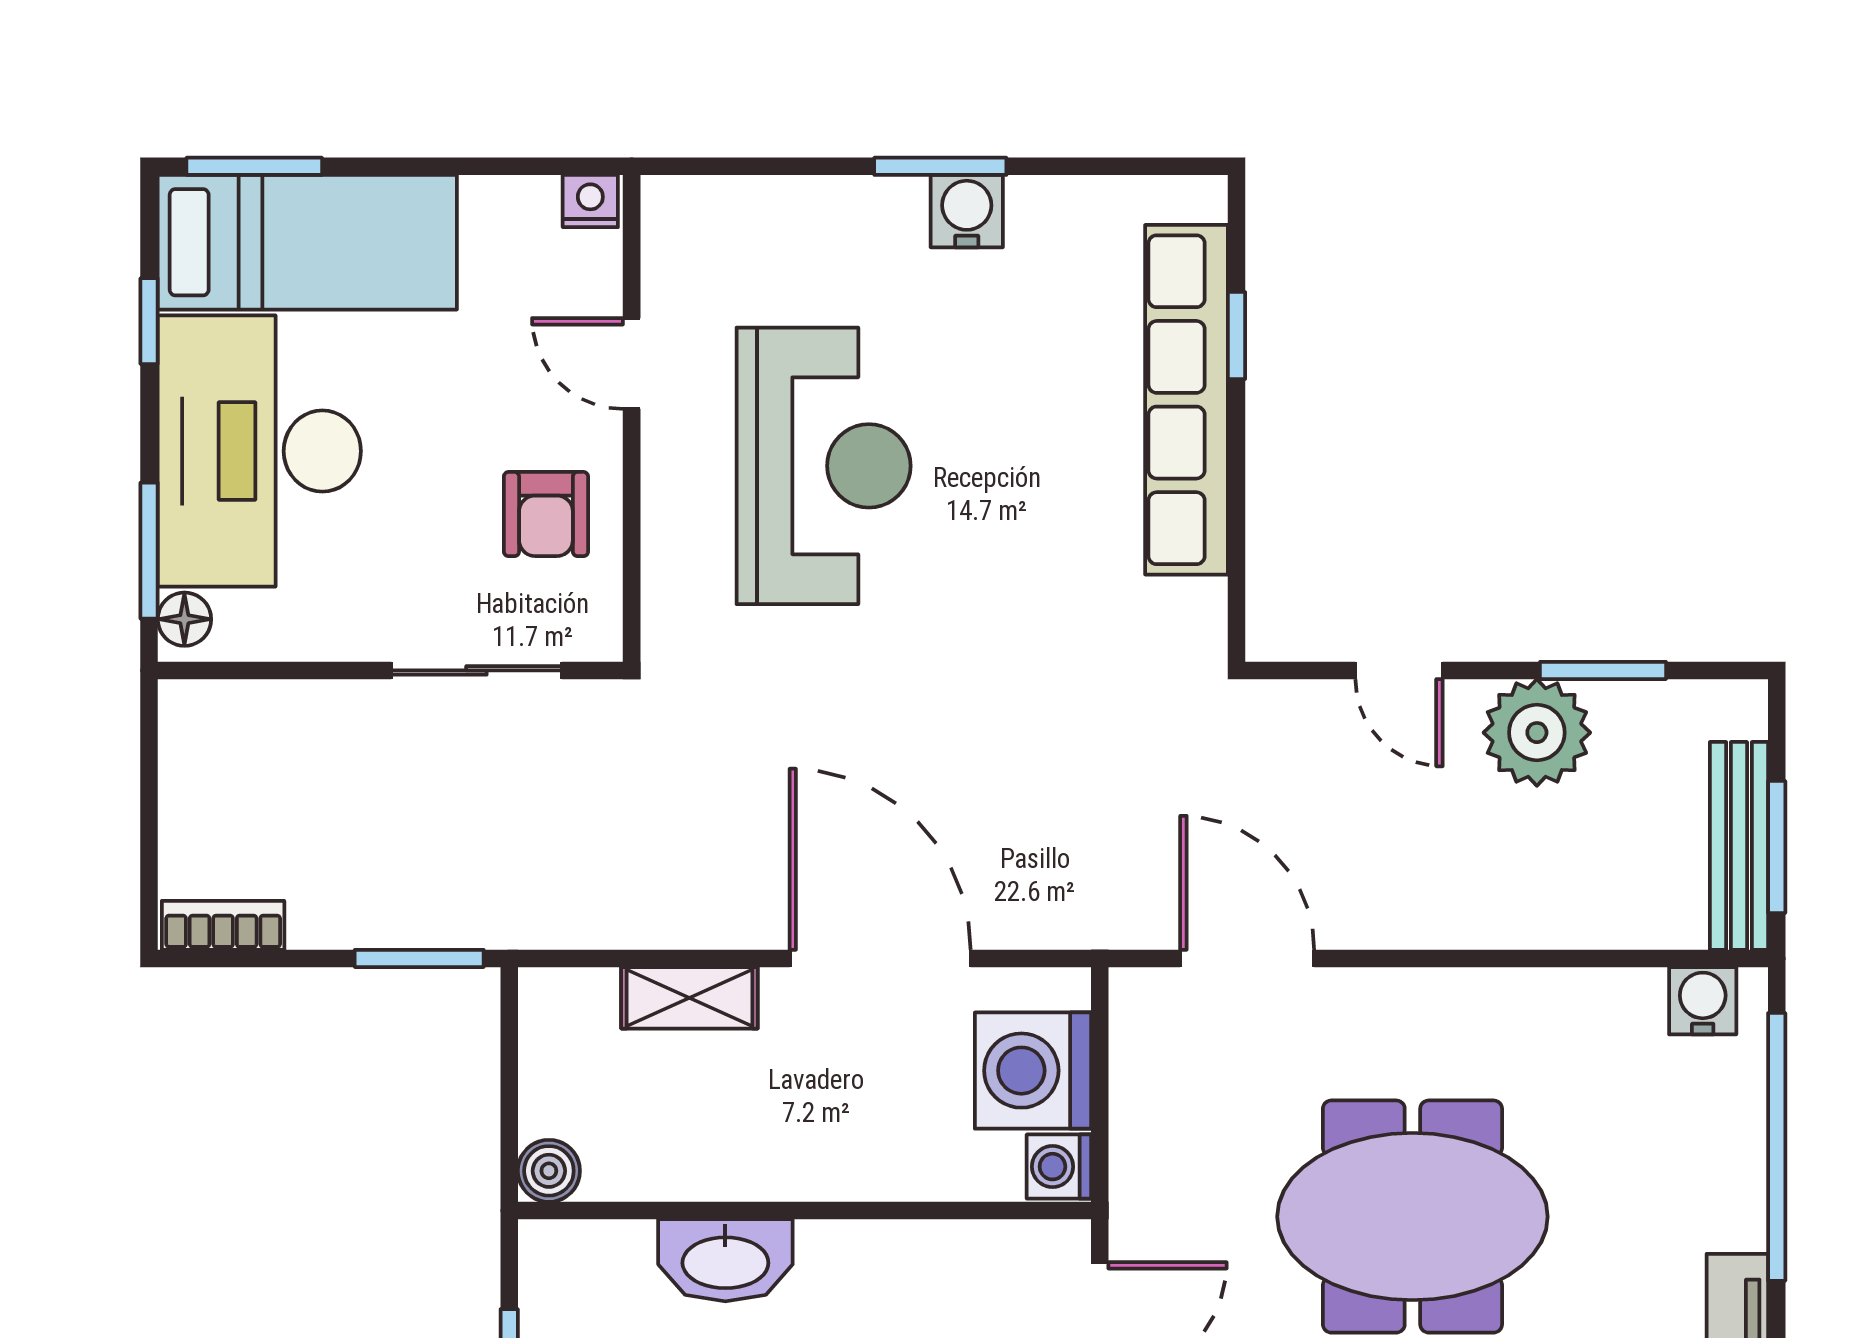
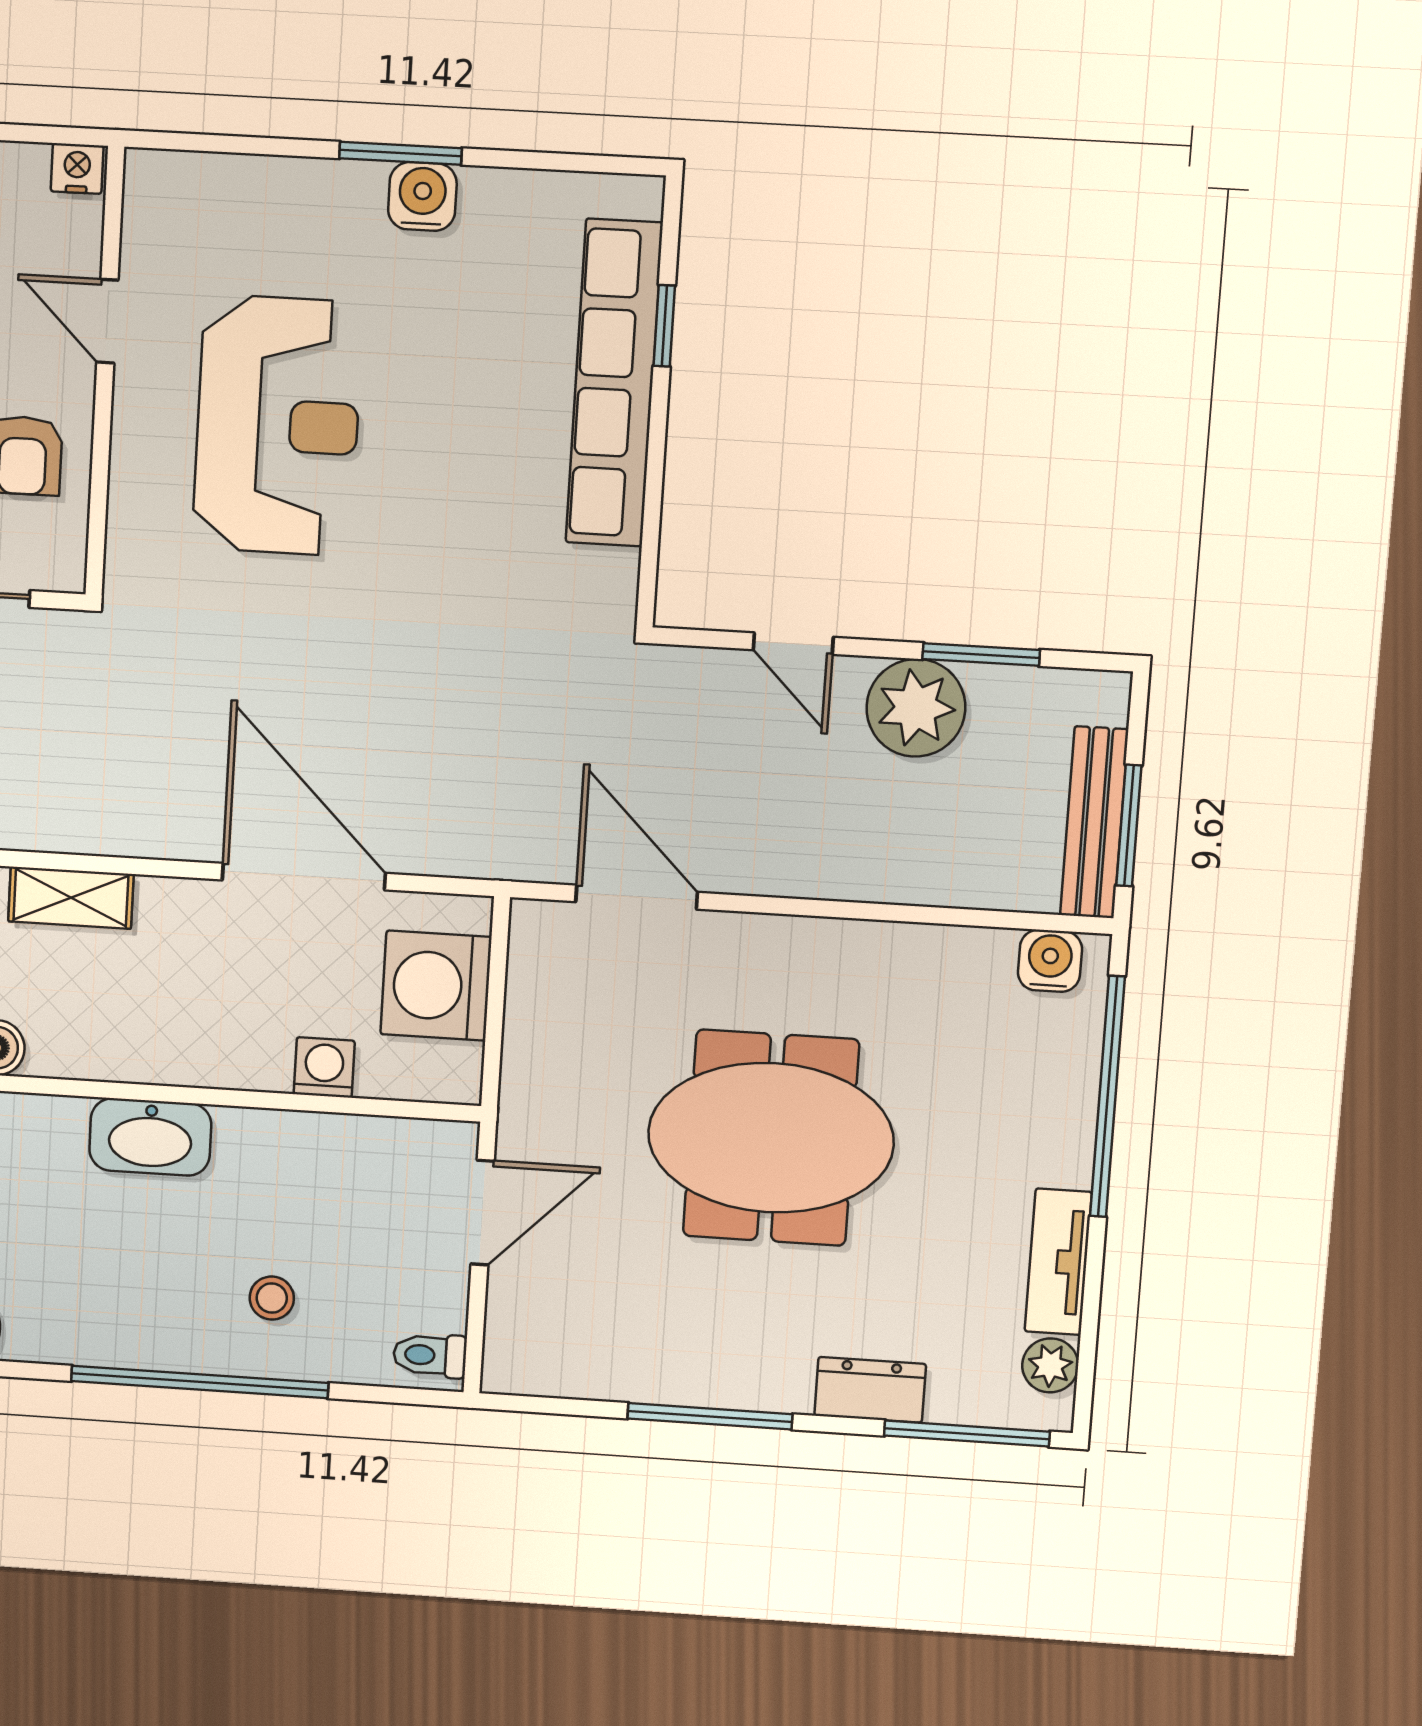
shelving: (689, 998) -> (71, 898), moved
washing machine: (1059, 1167) -> (324, 1067), moved, turned 90

